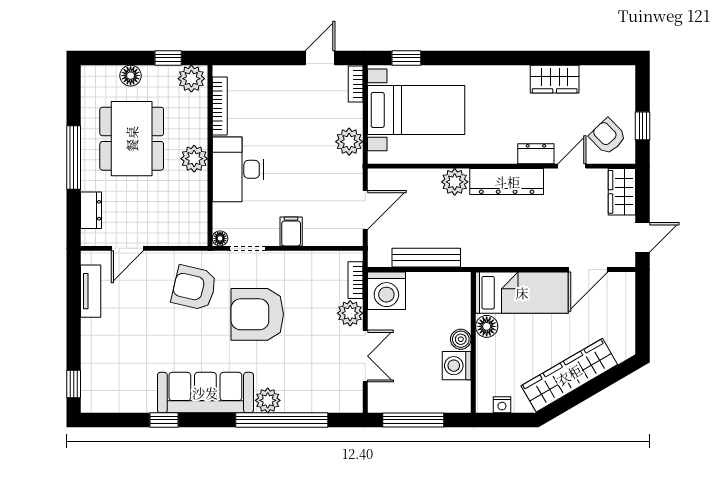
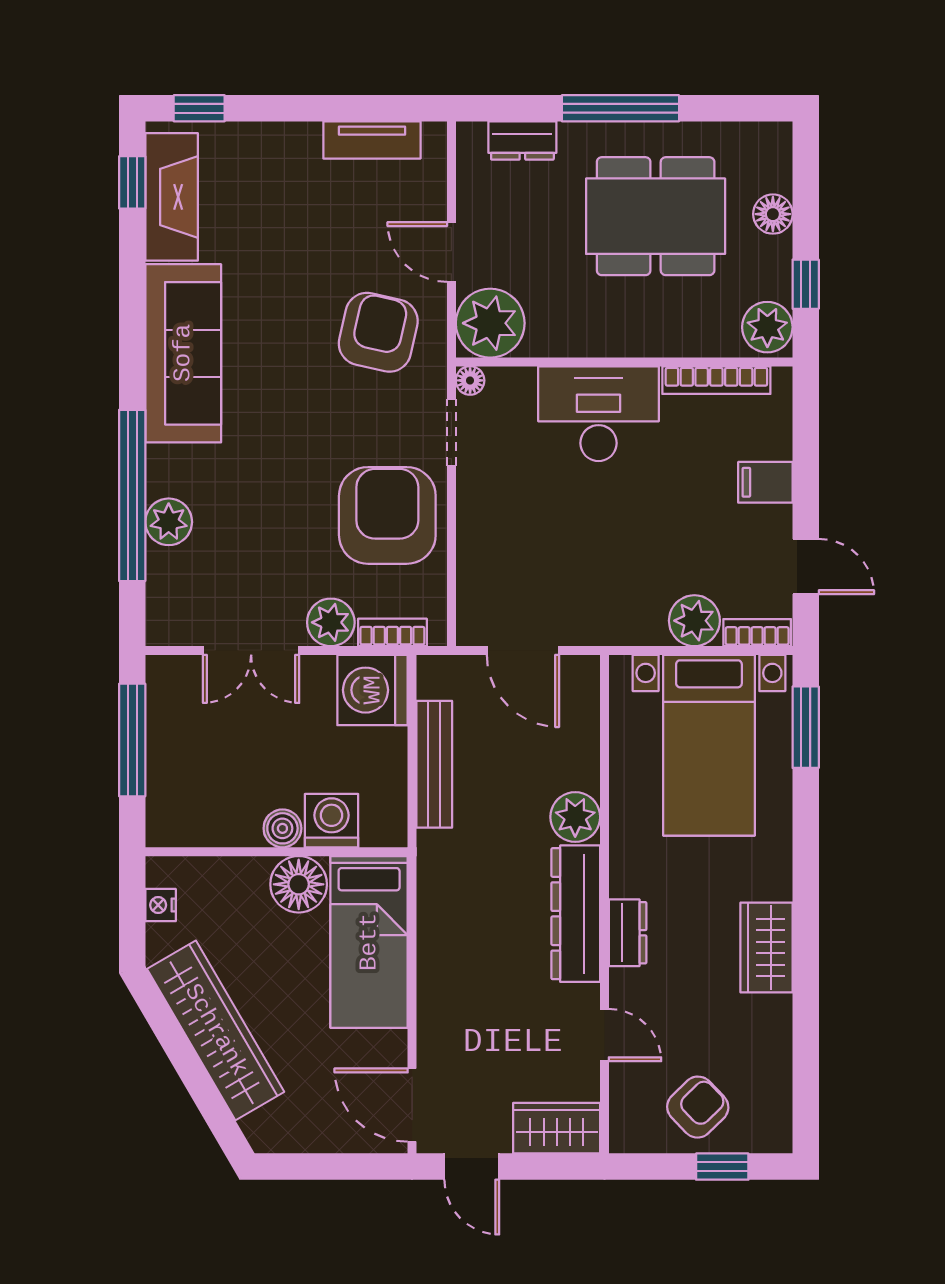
window: (406, 58) -> (806, 727), width x1.50
wardrobe: (555, 79) -> (766, 948), moved
window: (643, 126) -> (722, 1167), moved
armchair: (608, 136) -> (698, 1107), moved
plant: (349, 142) -> (694, 621), moved
dresser: (536, 154) -> (628, 933), moved
plant: (194, 159) -> (490, 323), moved, width x1.36, depth x1.36
filing cabinet: (291, 231) -> (765, 482), moved, turned 180
door: (127, 248) -> (451, 252), moved
door: (588, 270) -> (412, 1105), moved
armchair: (257, 314) -> (387, 515), moved
floor lamp: (487, 326) -> (299, 884), width x1.38, depth x1.38
washing machine: (457, 366) -> (331, 821), moved
fireplace: (121, 399) -> (172, 197), added
plant: (268, 400) -> (169, 522), moved
window: (164, 420) -> (132, 182), moved

